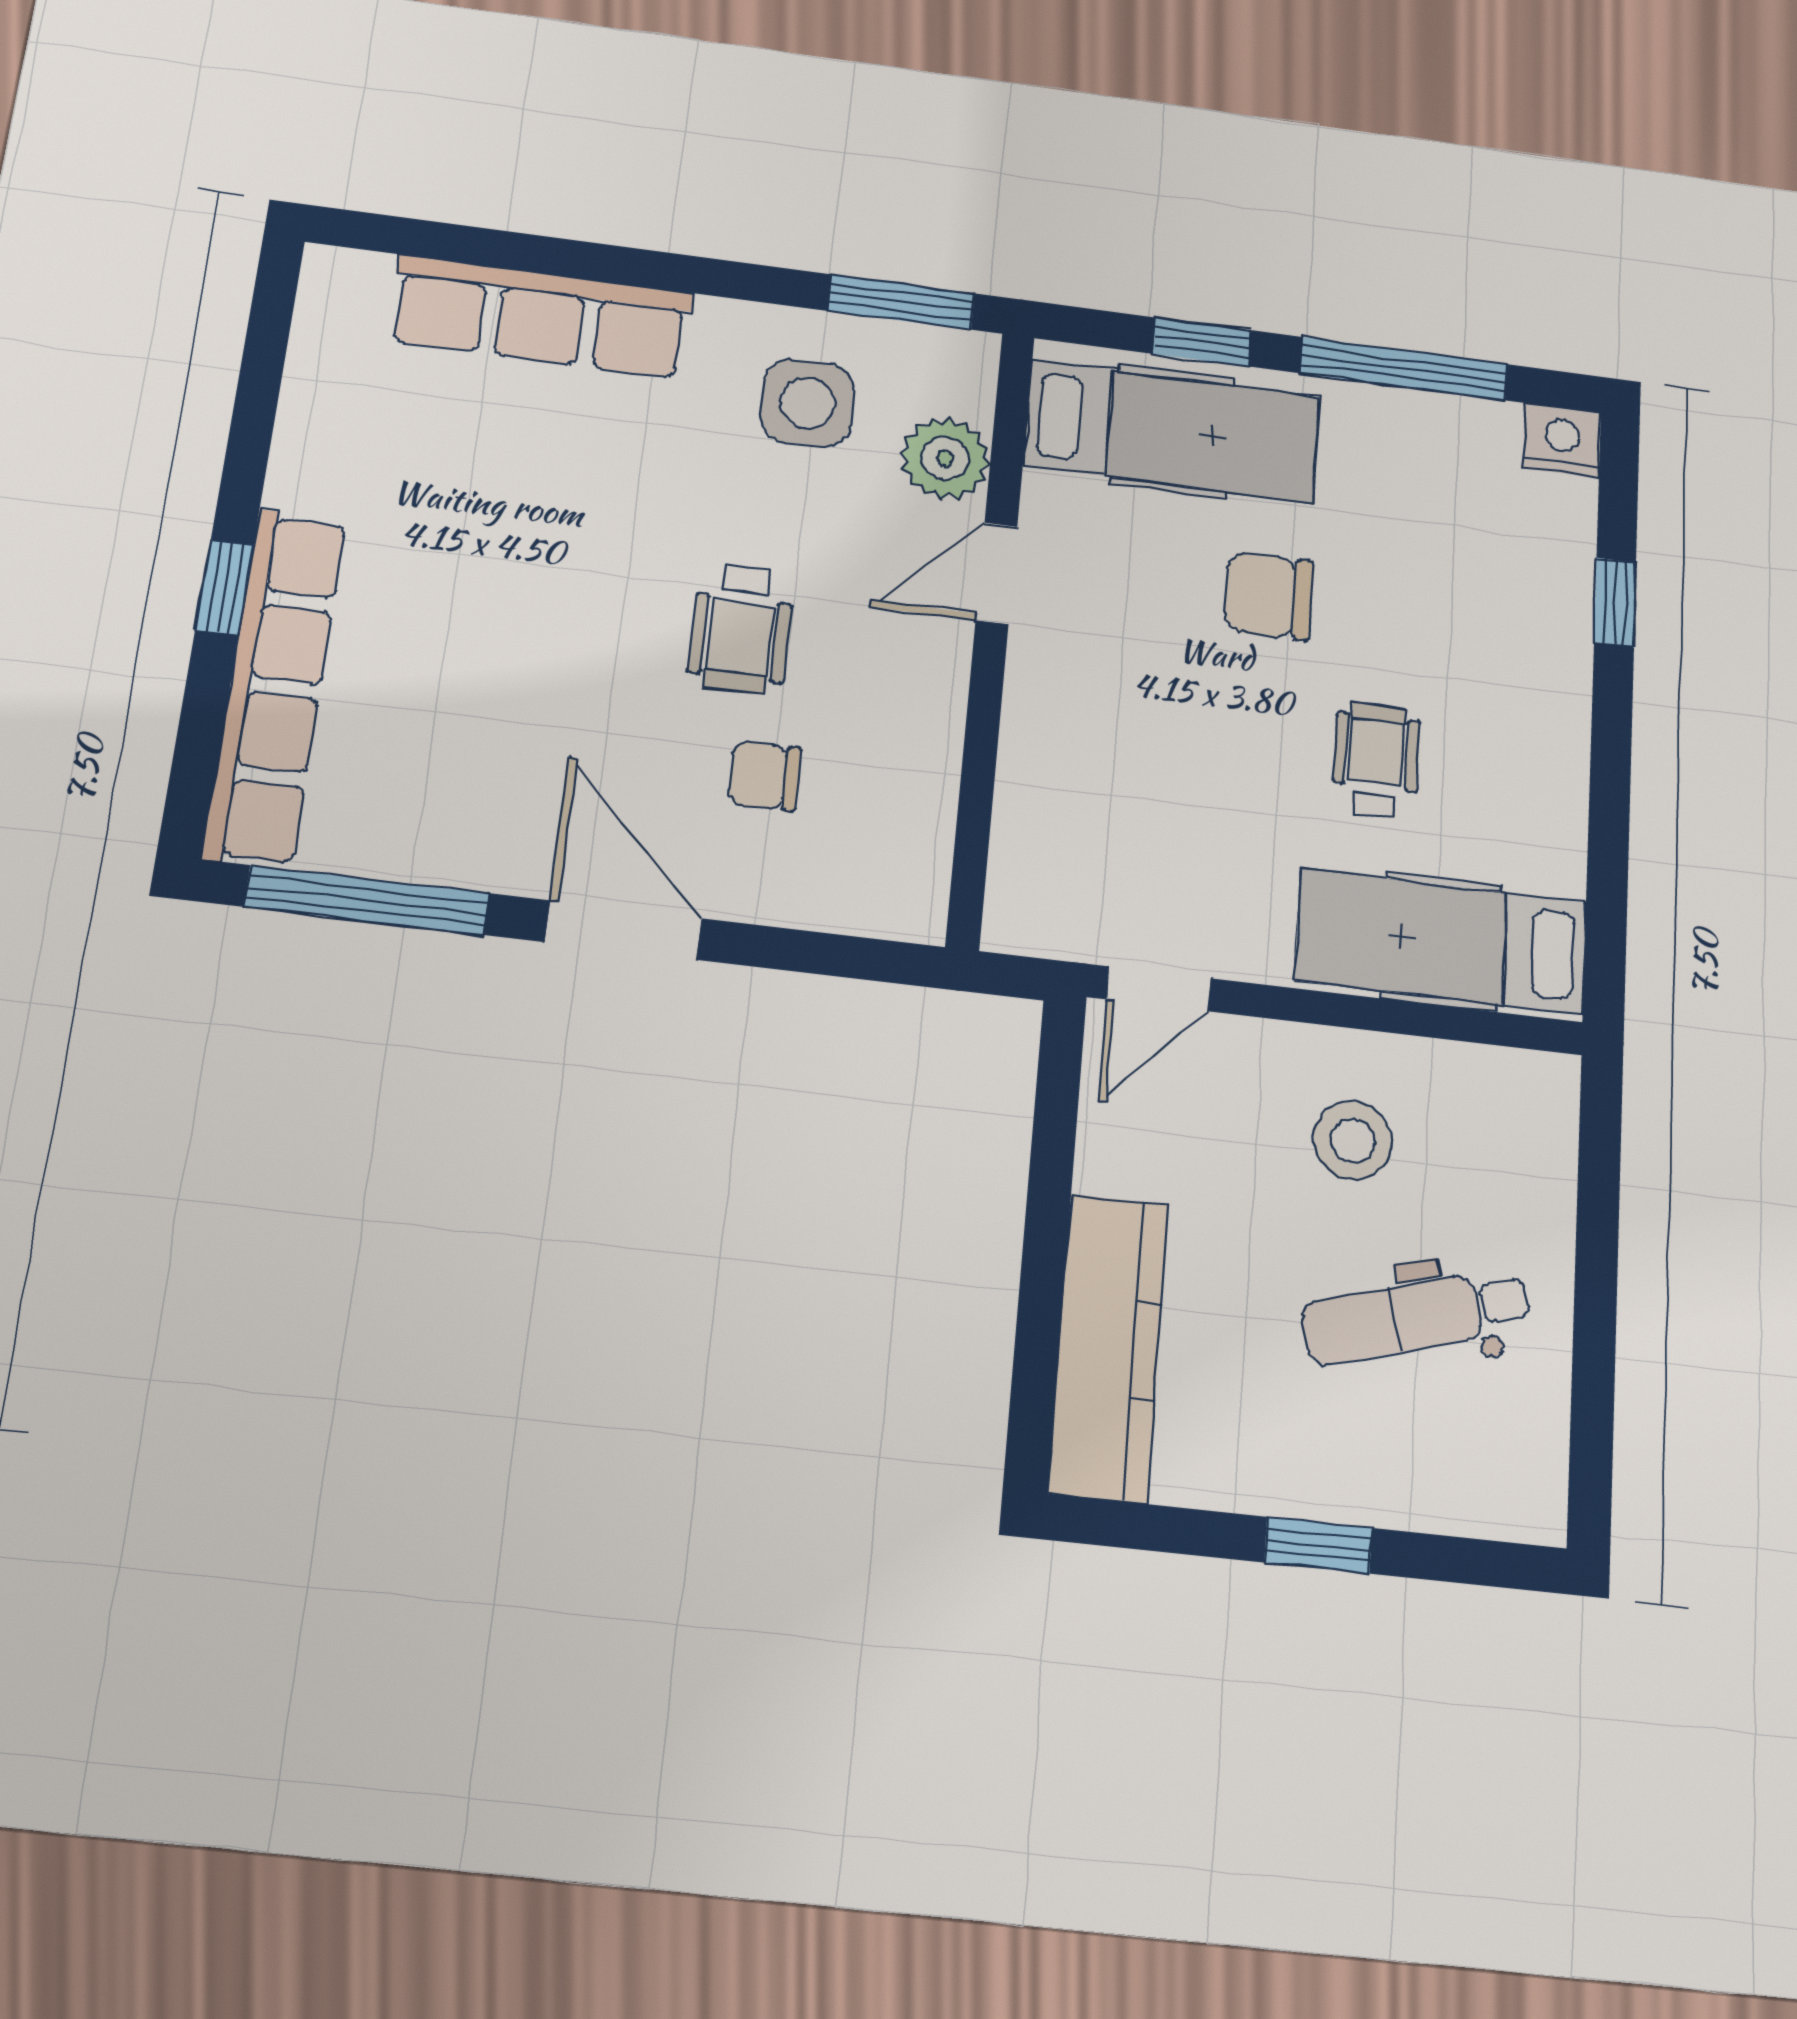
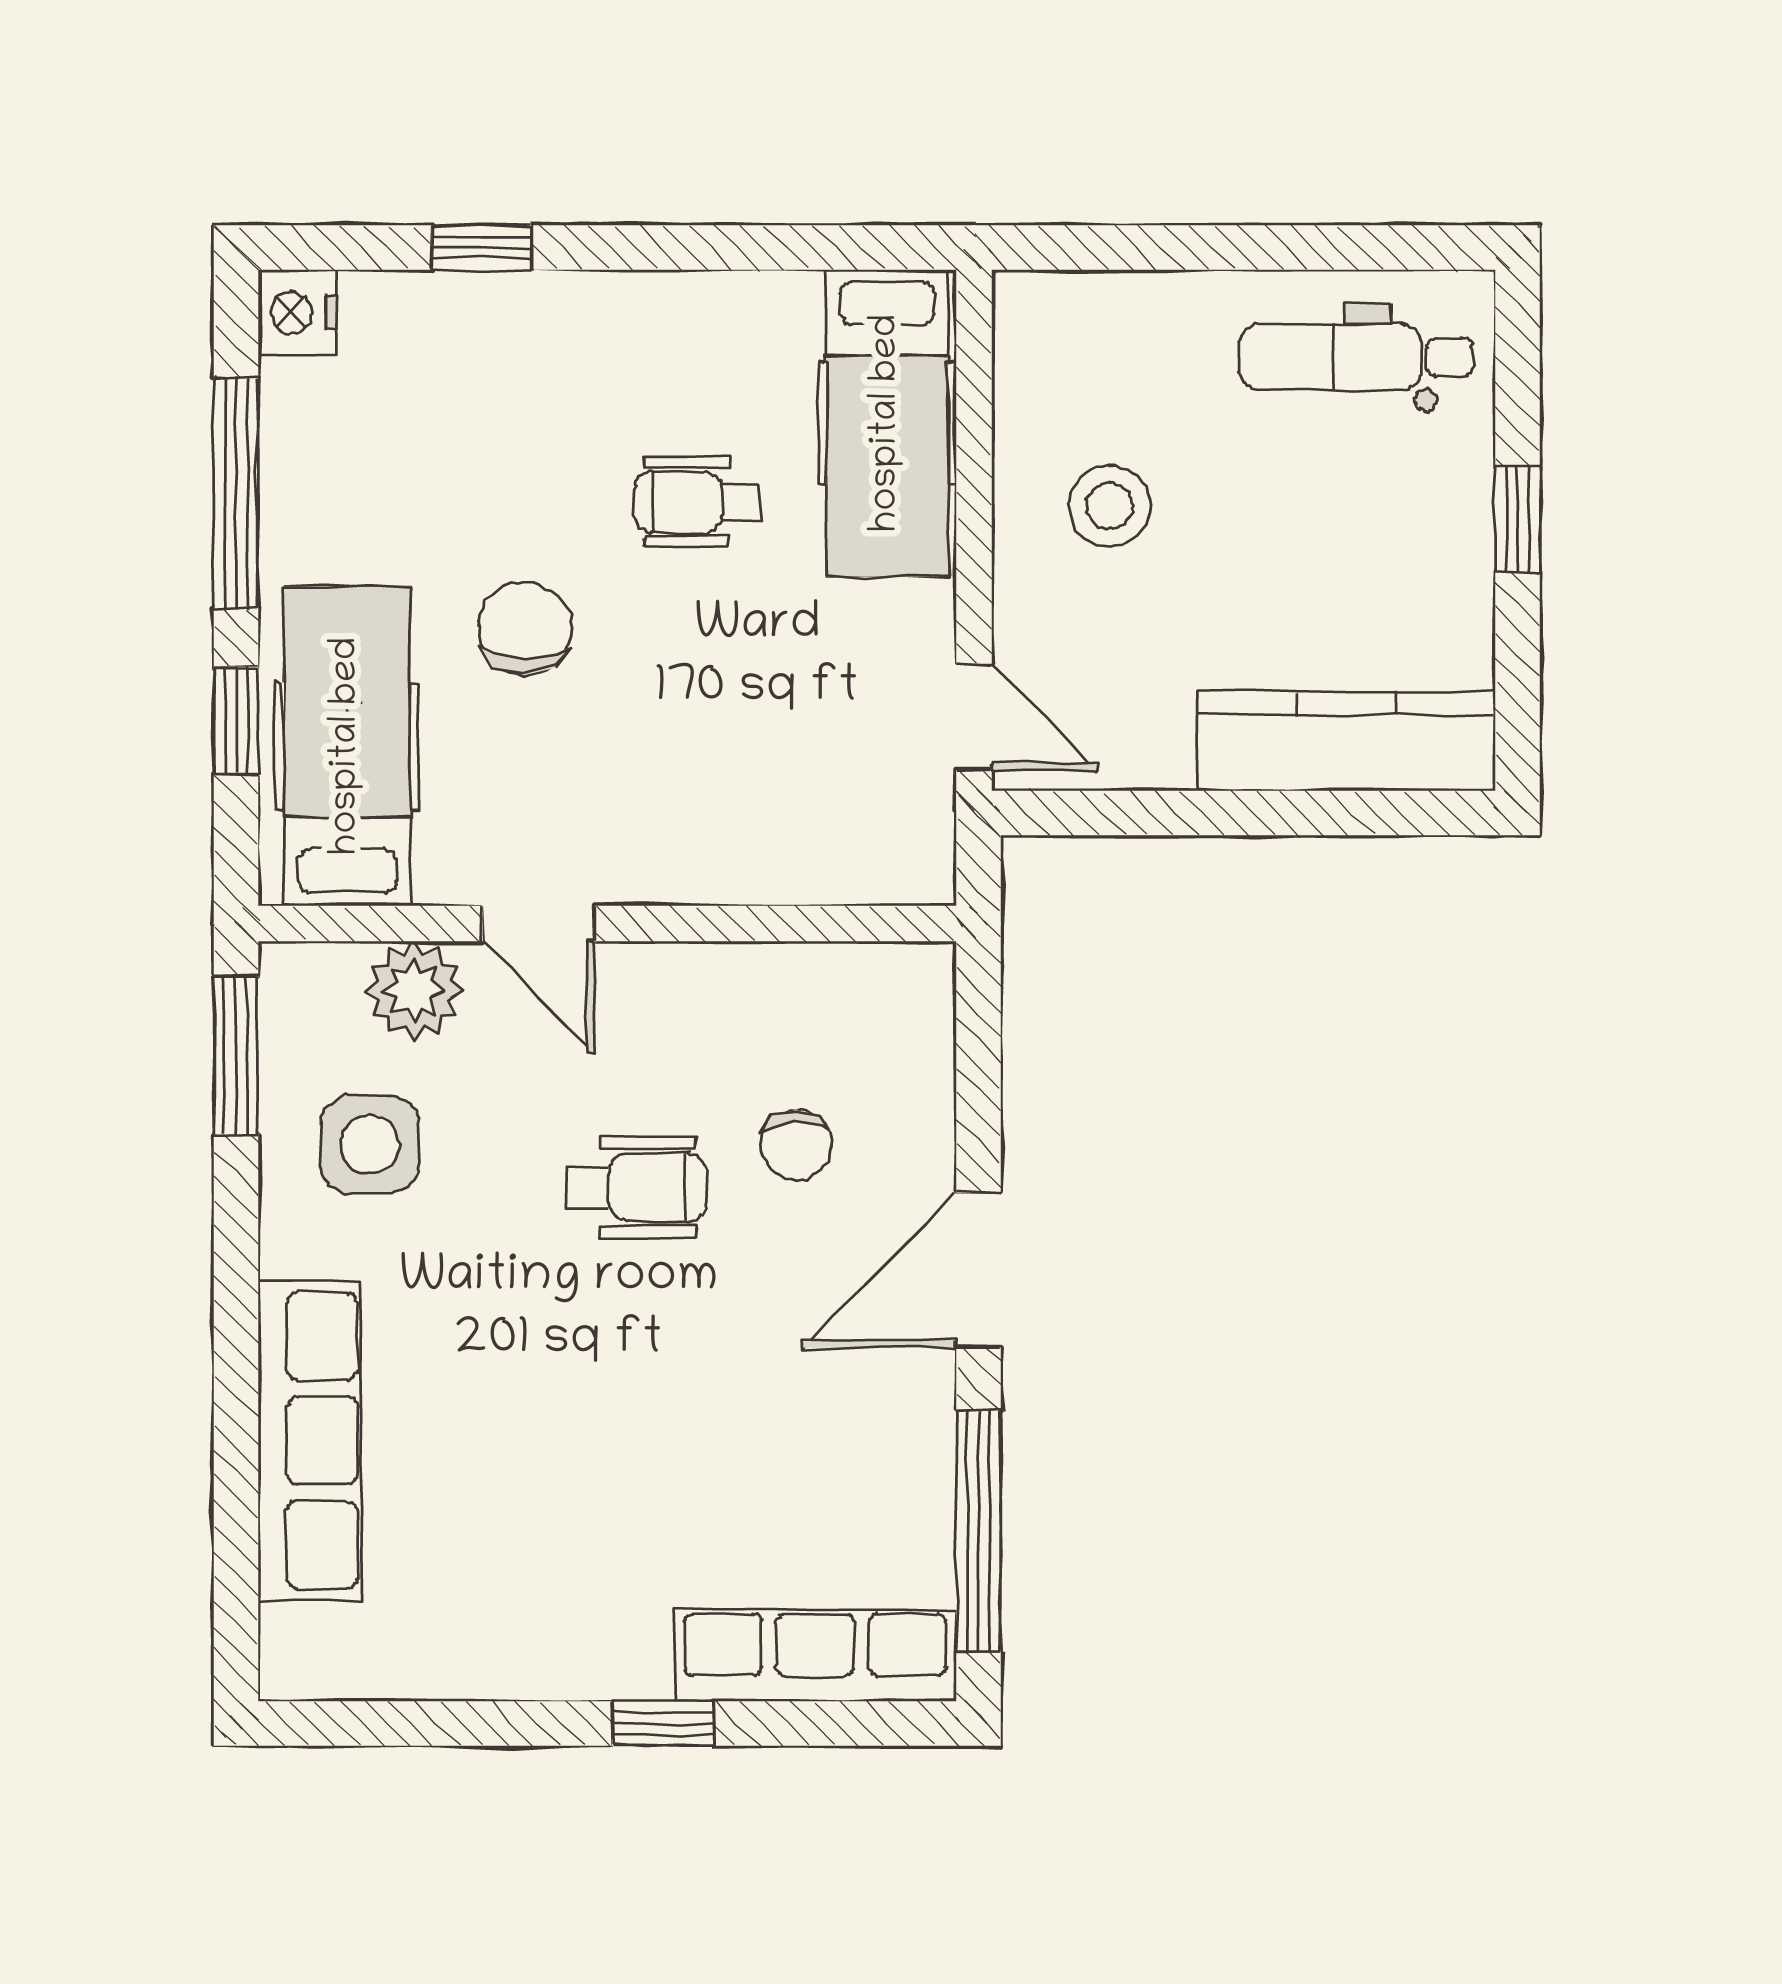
chair: (1269, 596) -> (525, 628), turned 180
row of seats: (275, 687) -> (815, 1656), width x0.73
dental chair: (1416, 1316) -> (1356, 357), moved, turned 106

